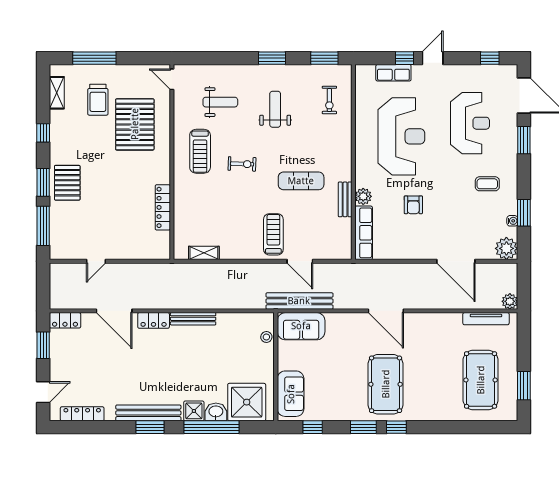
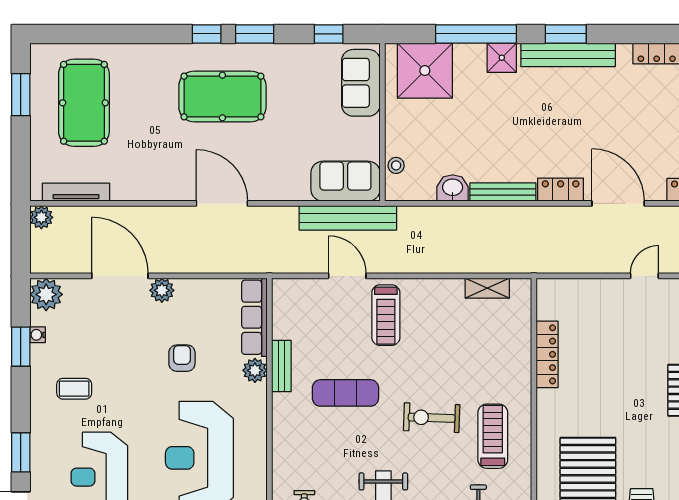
exercise bike: (242, 164) -> (432, 418), width x1.38, depth x1.39
plant: (427, 251) -> (162, 290), added
pool table: (386, 384) -> (222, 96), turned 90
washbasin: (216, 412) -> (453, 188), moved, turned 180

